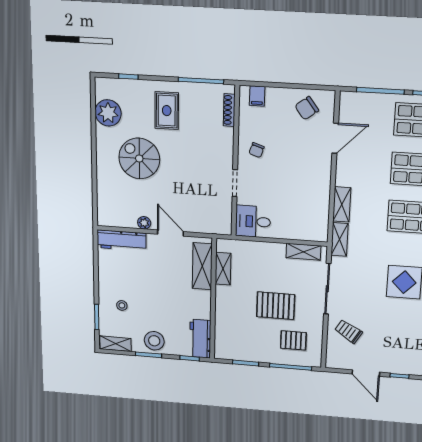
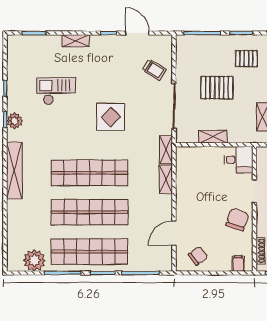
chair: (257, 150) -> (237, 220), width x1.87, depth x1.87
shelving: (303, 252) -> (213, 137), moved
pallet: (293, 340) -> (246, 59), moved

